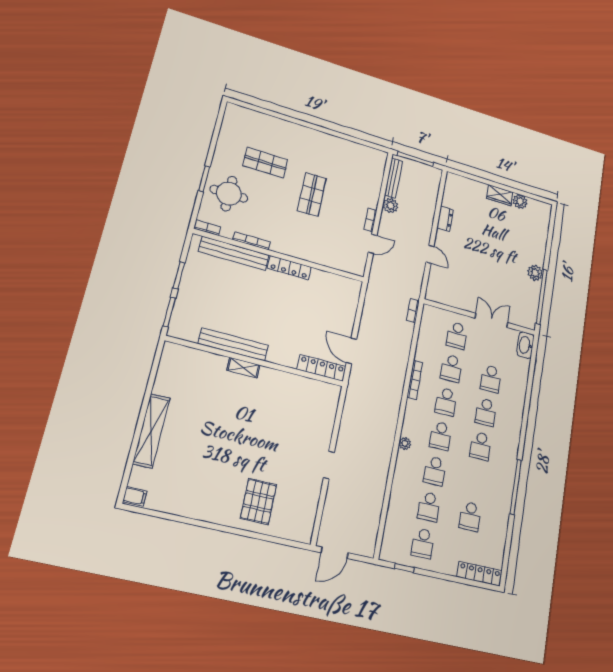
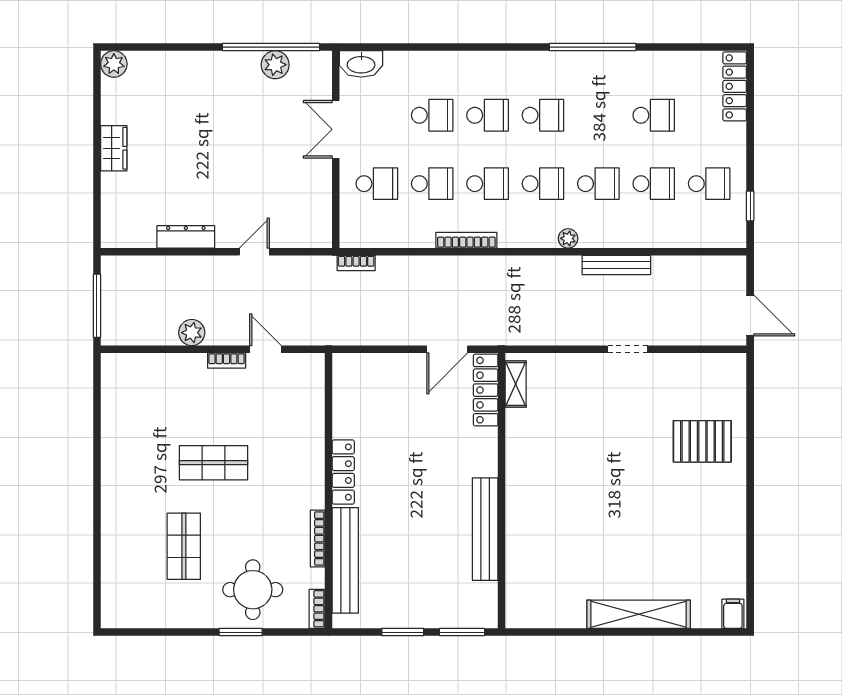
bench: (394, 178) -> (616, 265), moved
plant: (520, 202) -> (114, 64), moved
dresser: (445, 219) -> (186, 237), width x1.44
plant: (535, 273) -> (275, 65), moved
shelving: (243, 368) -> (516, 384), moved

